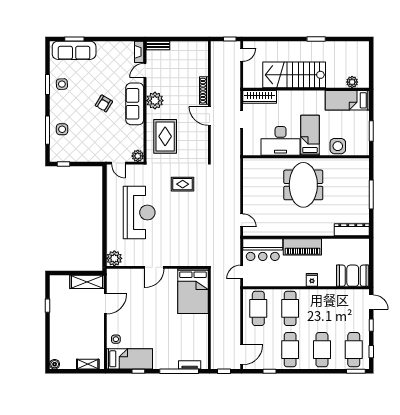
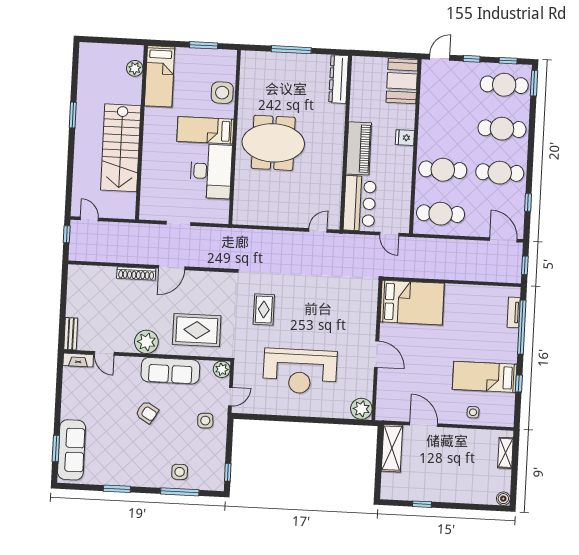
side table: (62, 84) -> (205, 421), moved
wardrobe: (260, 97) -> (149, 197), removed
sofa: (135, 104) -> (170, 371), moved
reception desk: (139, 213) -> (300, 371), turned 180
bed: (129, 359) -> (485, 377), moved, turned -90

